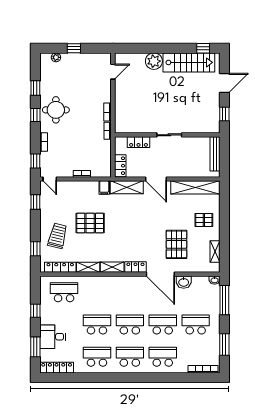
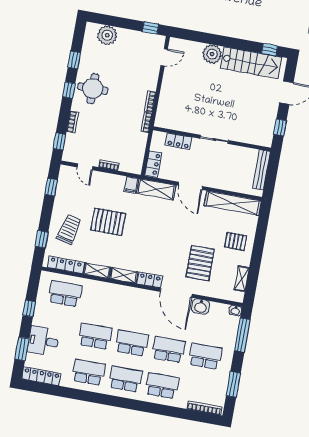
window: (74, 48) -> (150, 28), moved
plant: (56, 57) -> (107, 35), width x1.87, depth x1.87
door: (50, 179) -> (85, 167), moved

